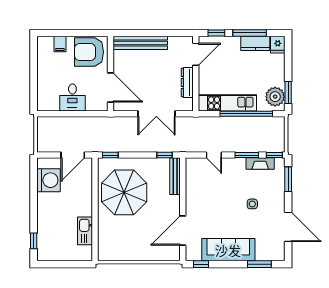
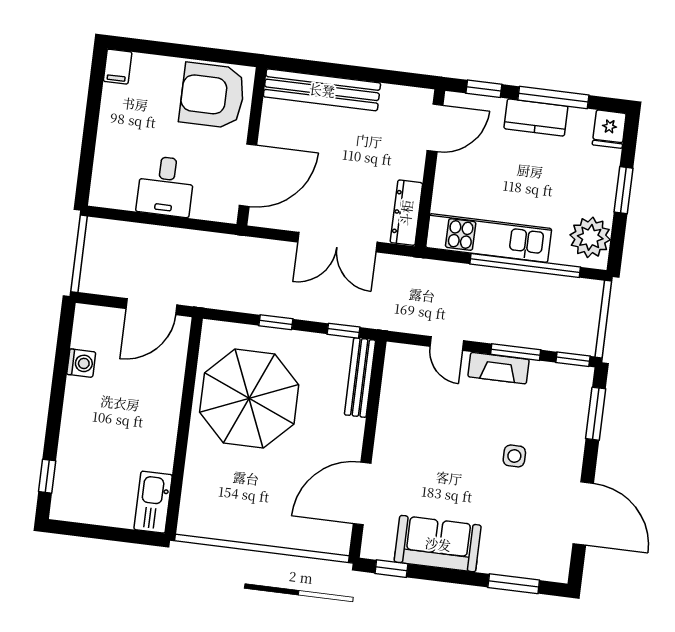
kitchen counter: (255, 43) -> (536, 117), moved
filing cabinet: (60, 44) -> (118, 67), moved
dresser: (187, 83) -> (406, 213), moved
door: (111, 87) -> (248, 175), hinge flipped
window: (288, 92) -> (624, 190), moved
window: (110, 155) -> (276, 322), moved
fireplace: (260, 164) -> (499, 368), moved
washing machine: (49, 180) -> (81, 363), width x0.53, depth x0.53
kitchen sink: (85, 231) -> (153, 502), moved
sofa: (228, 250) -> (438, 544), width x0.73

